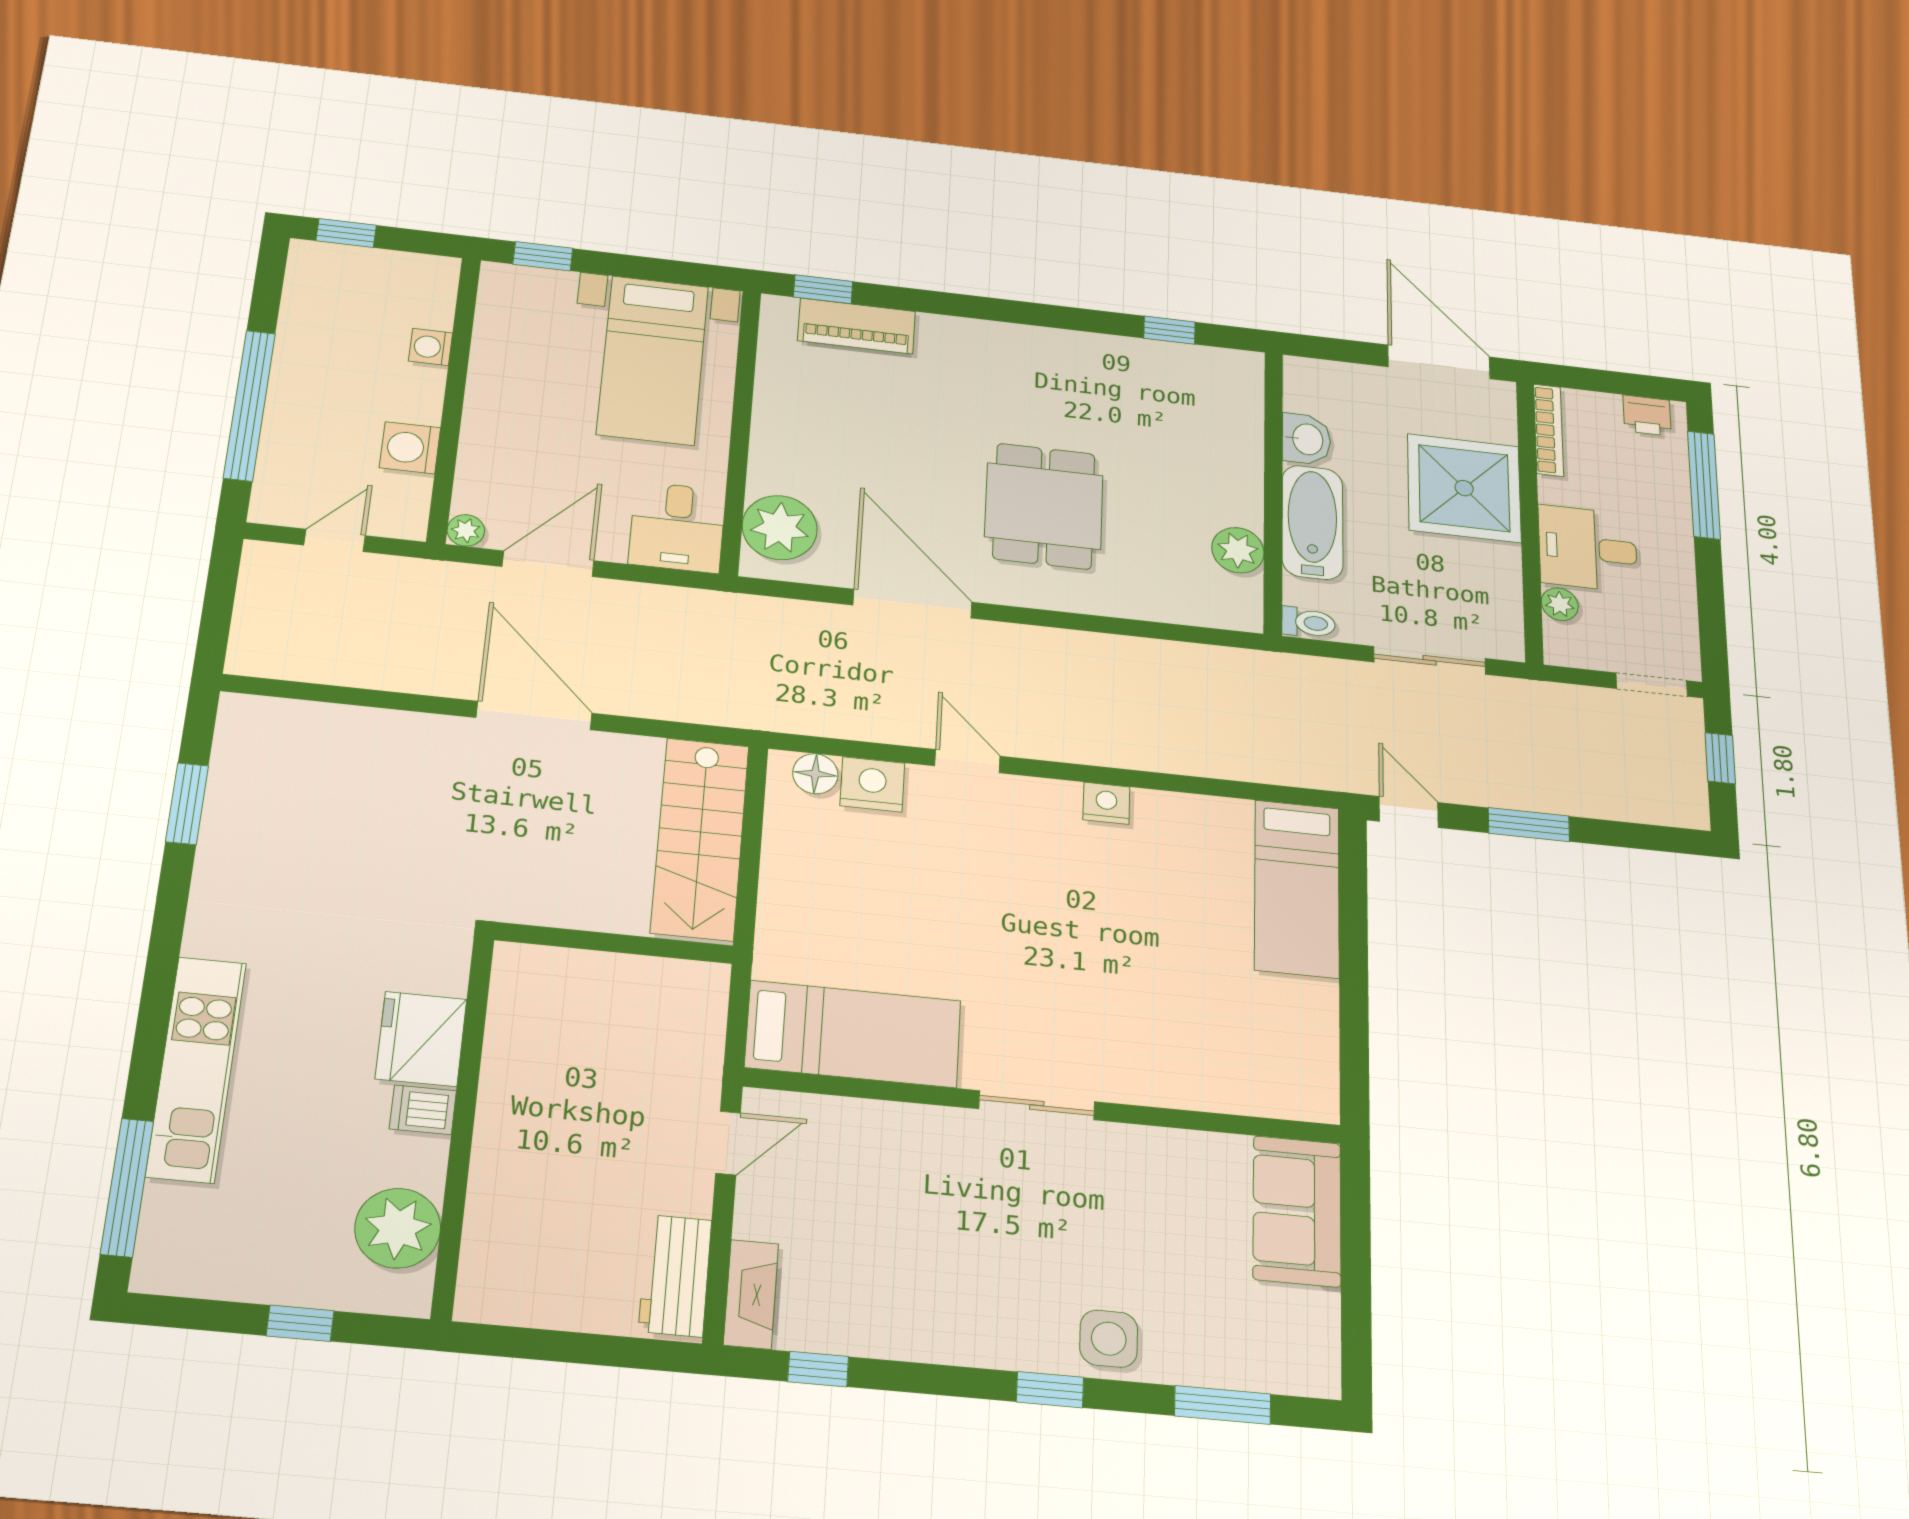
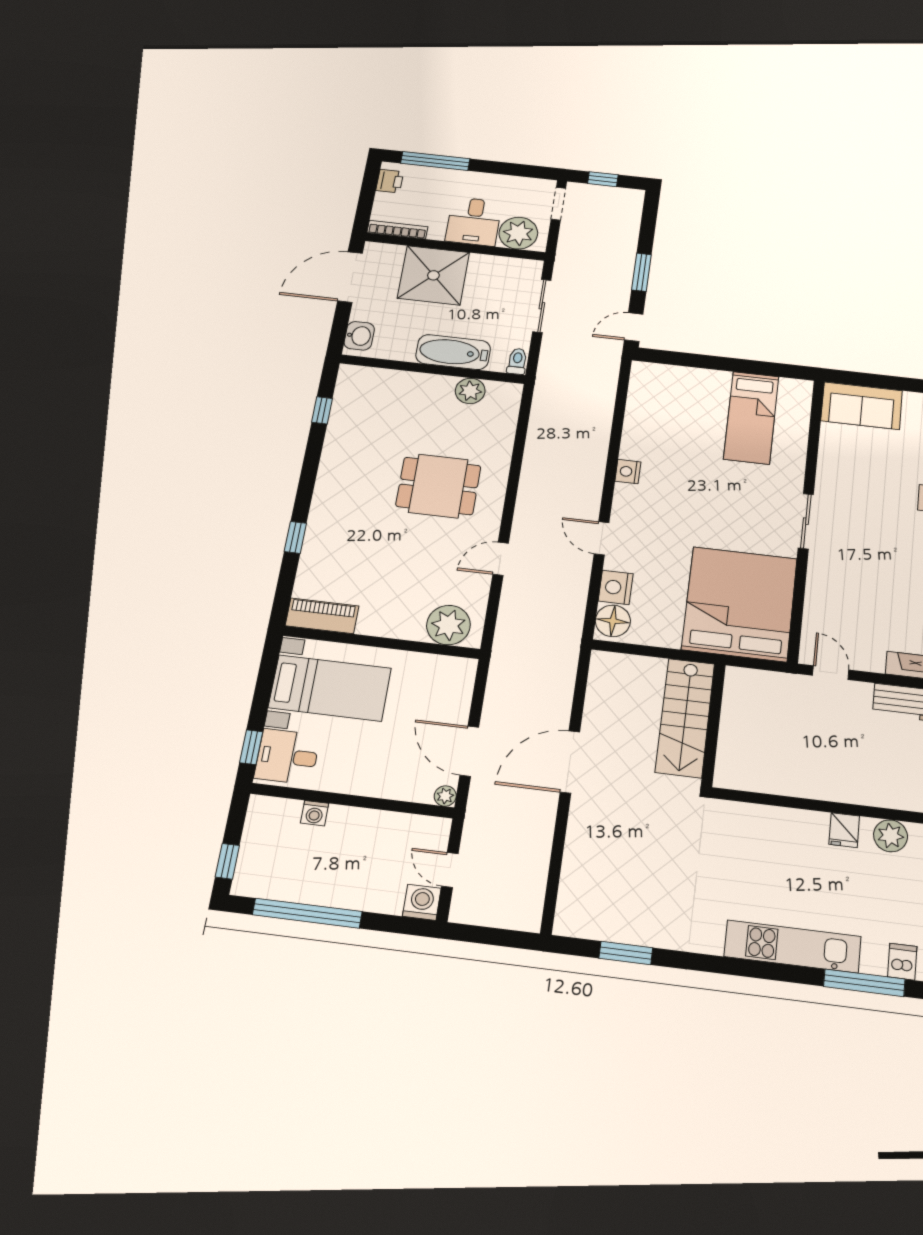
window: (823, 289) -> (295, 537), moved
piano: (857, 326) -> (322, 616), moved, turned -90
window: (249, 405) -> (307, 913), moved
washbasin: (1306, 439) -> (359, 336), moved, turned 90
washing machine: (410, 448) -> (422, 902), moved, turned 180
desk: (677, 527) -> (287, 757), moved, turned 180
door: (912, 604) -> (501, 559), width x0.53
plant: (1560, 604) -> (518, 233), width x1.88, depth x1.88
door: (967, 761) -> (601, 538), hinge flipped
floor lamp: (815, 774) -> (613, 621), width x1.38, depth x1.38
stairs: (700, 839) -> (685, 718), moved, turned 90
bed: (1297, 888) -> (751, 418), moved, turned 90
bed: (853, 1034) -> (740, 604), width x2.04
fridge: (421, 1039) -> (844, 830), moved, width x0.53, depth x0.75
dishwasher: (423, 1110) -> (902, 962), moved, turned 180
plant: (398, 1228) -> (891, 836), width x0.73, depth x0.73

